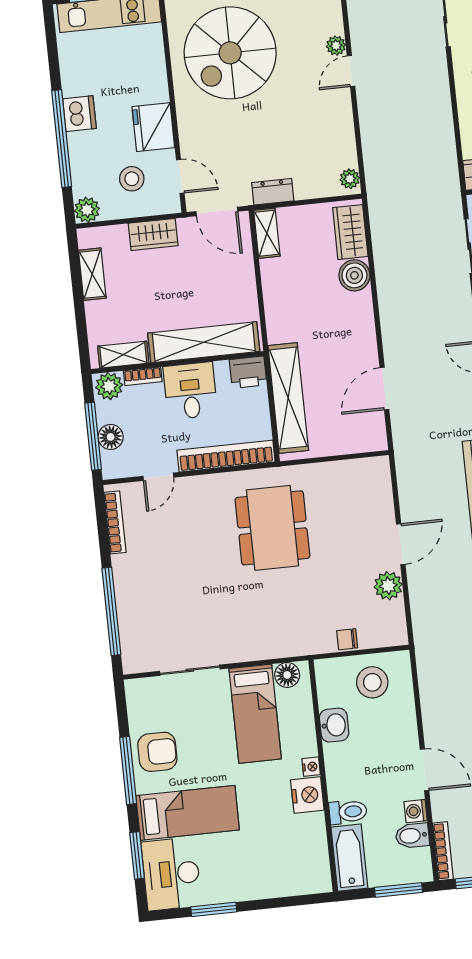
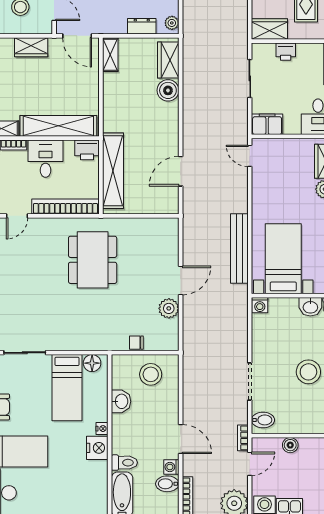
dresser: (273, 192) -> (142, 26), moved

